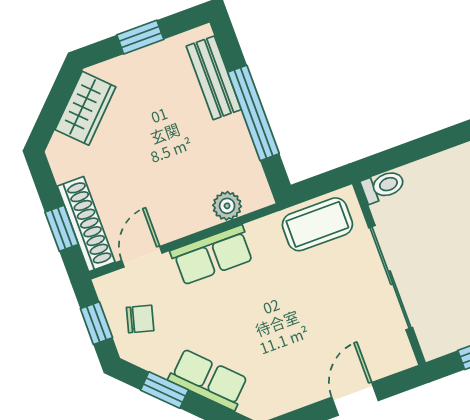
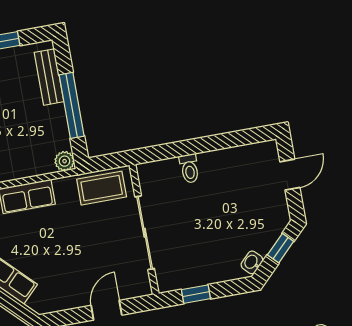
toilet: (383, 186) -> (189, 168), moved, turned 90
plant: (227, 206) -> (65, 161), moved

